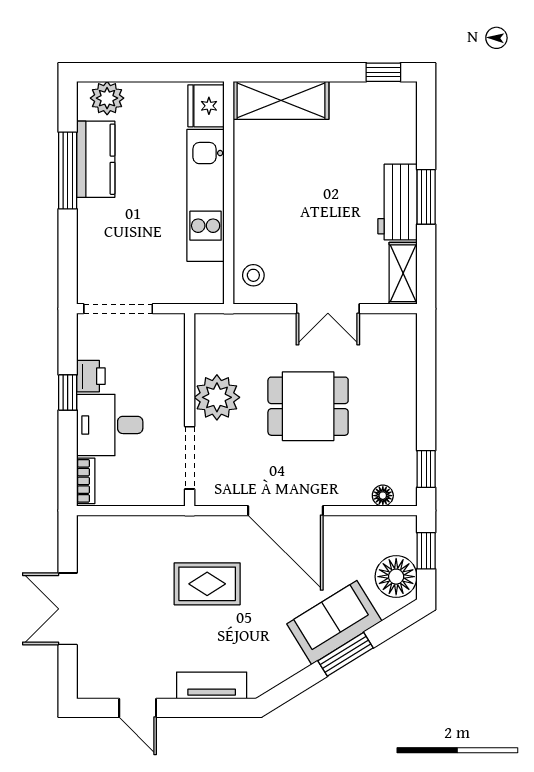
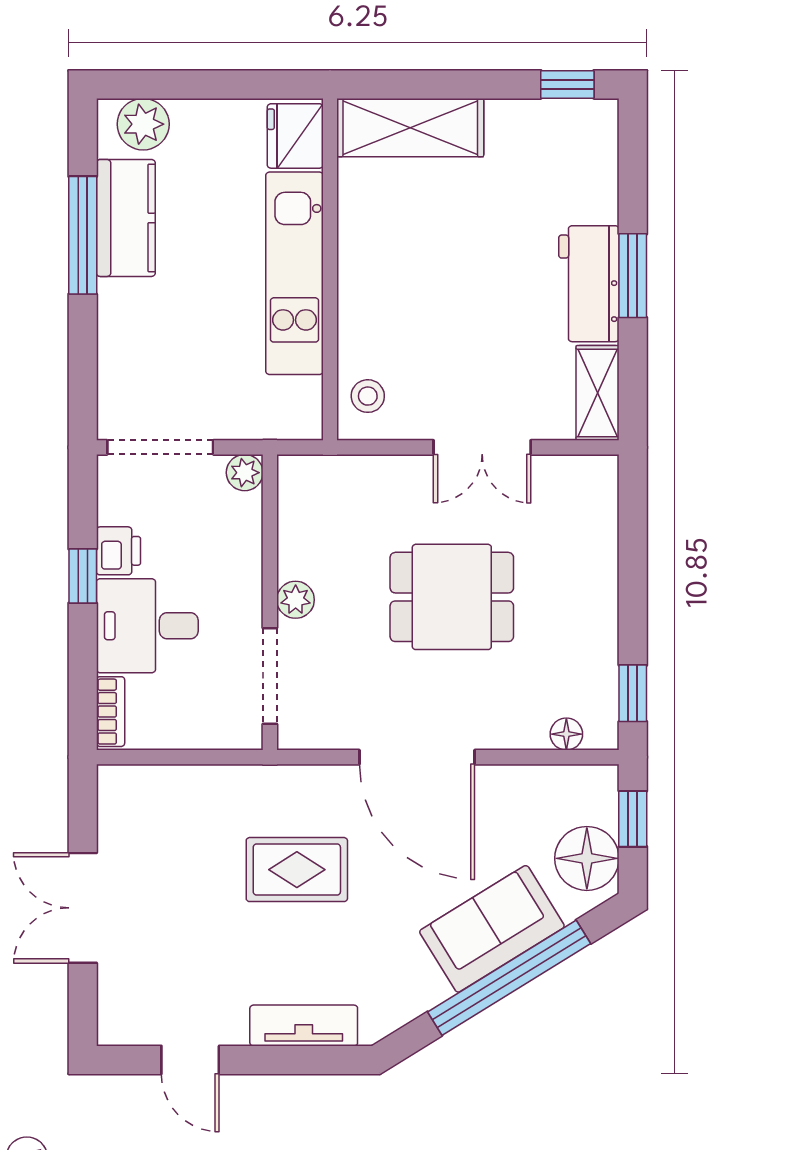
plant: (173, 325) -> (245, 473), added
plant: (217, 397) -> (296, 600), width x0.53, depth x0.53
window: (345, 654) -> (509, 978), width x2.11

